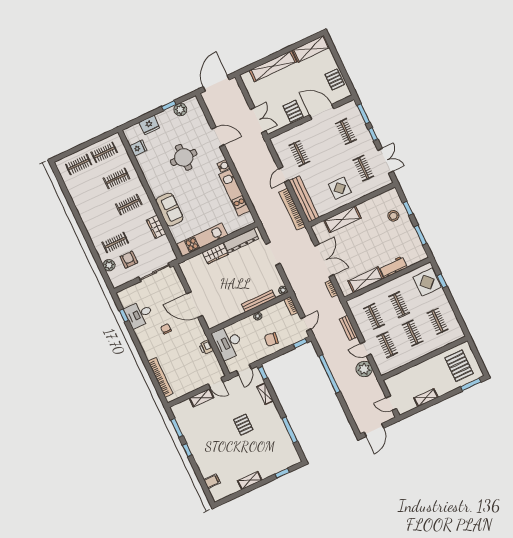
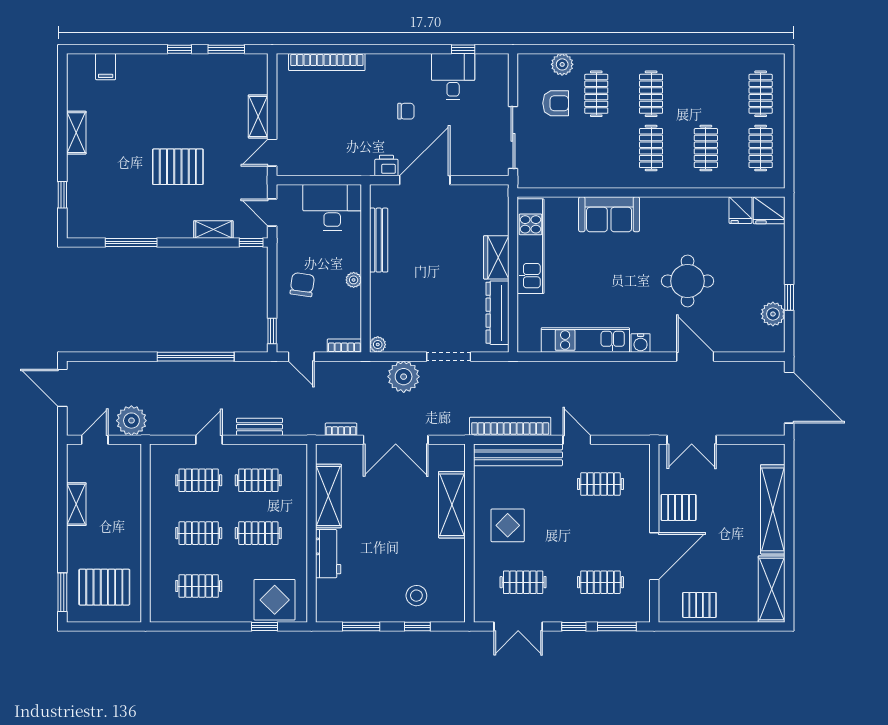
fridge: (149, 125) -> (769, 210), moved, turned -90
door: (218, 137) -> (695, 357), swing flipped
clothes rail: (103, 216) -> (651, 94), added
wardrobe: (156, 227) -> (590, 177), removed
plant: (292, 271) -> (404, 377), added
bench: (259, 301) -> (379, 240), moved
printer: (206, 347) -> (386, 165), moved
plant: (364, 369) -> (131, 421), moved
pallet: (243, 425) -> (178, 167), width x1.50, depth x1.42

